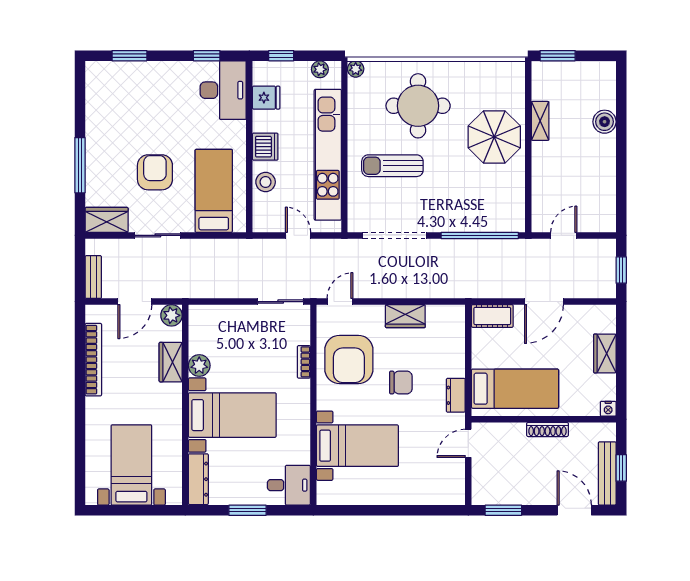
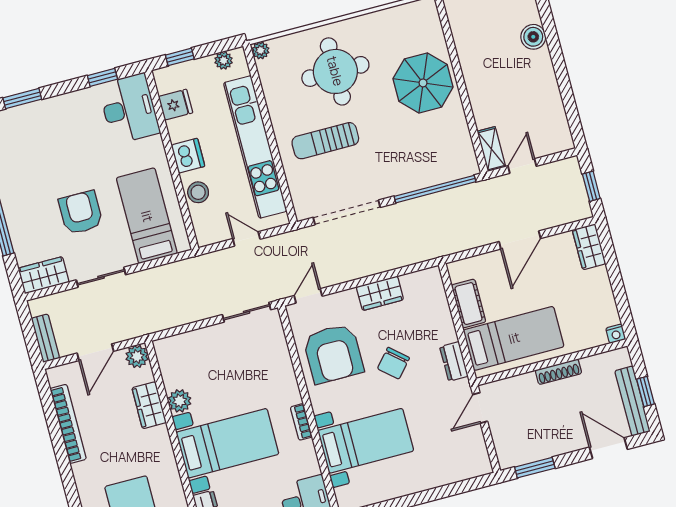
shelving: (540, 121) -> (491, 149), moved
cot: (492, 316) -> (469, 304), moved, turned 90
wardrobe: (605, 353) -> (589, 247), moved
bookcase: (304, 362) -> (301, 422), moved
chair: (401, 382) -> (393, 363), turned 131

